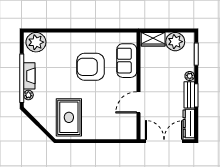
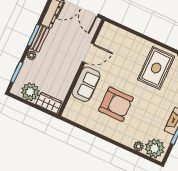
plant: (52, 37) -> (139, 146), added
sofa: (127, 61) -> (86, 84), moved

